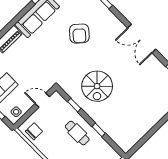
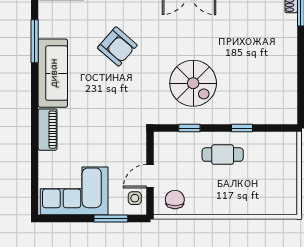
door: (42, 100) -> (150, 176), moved

